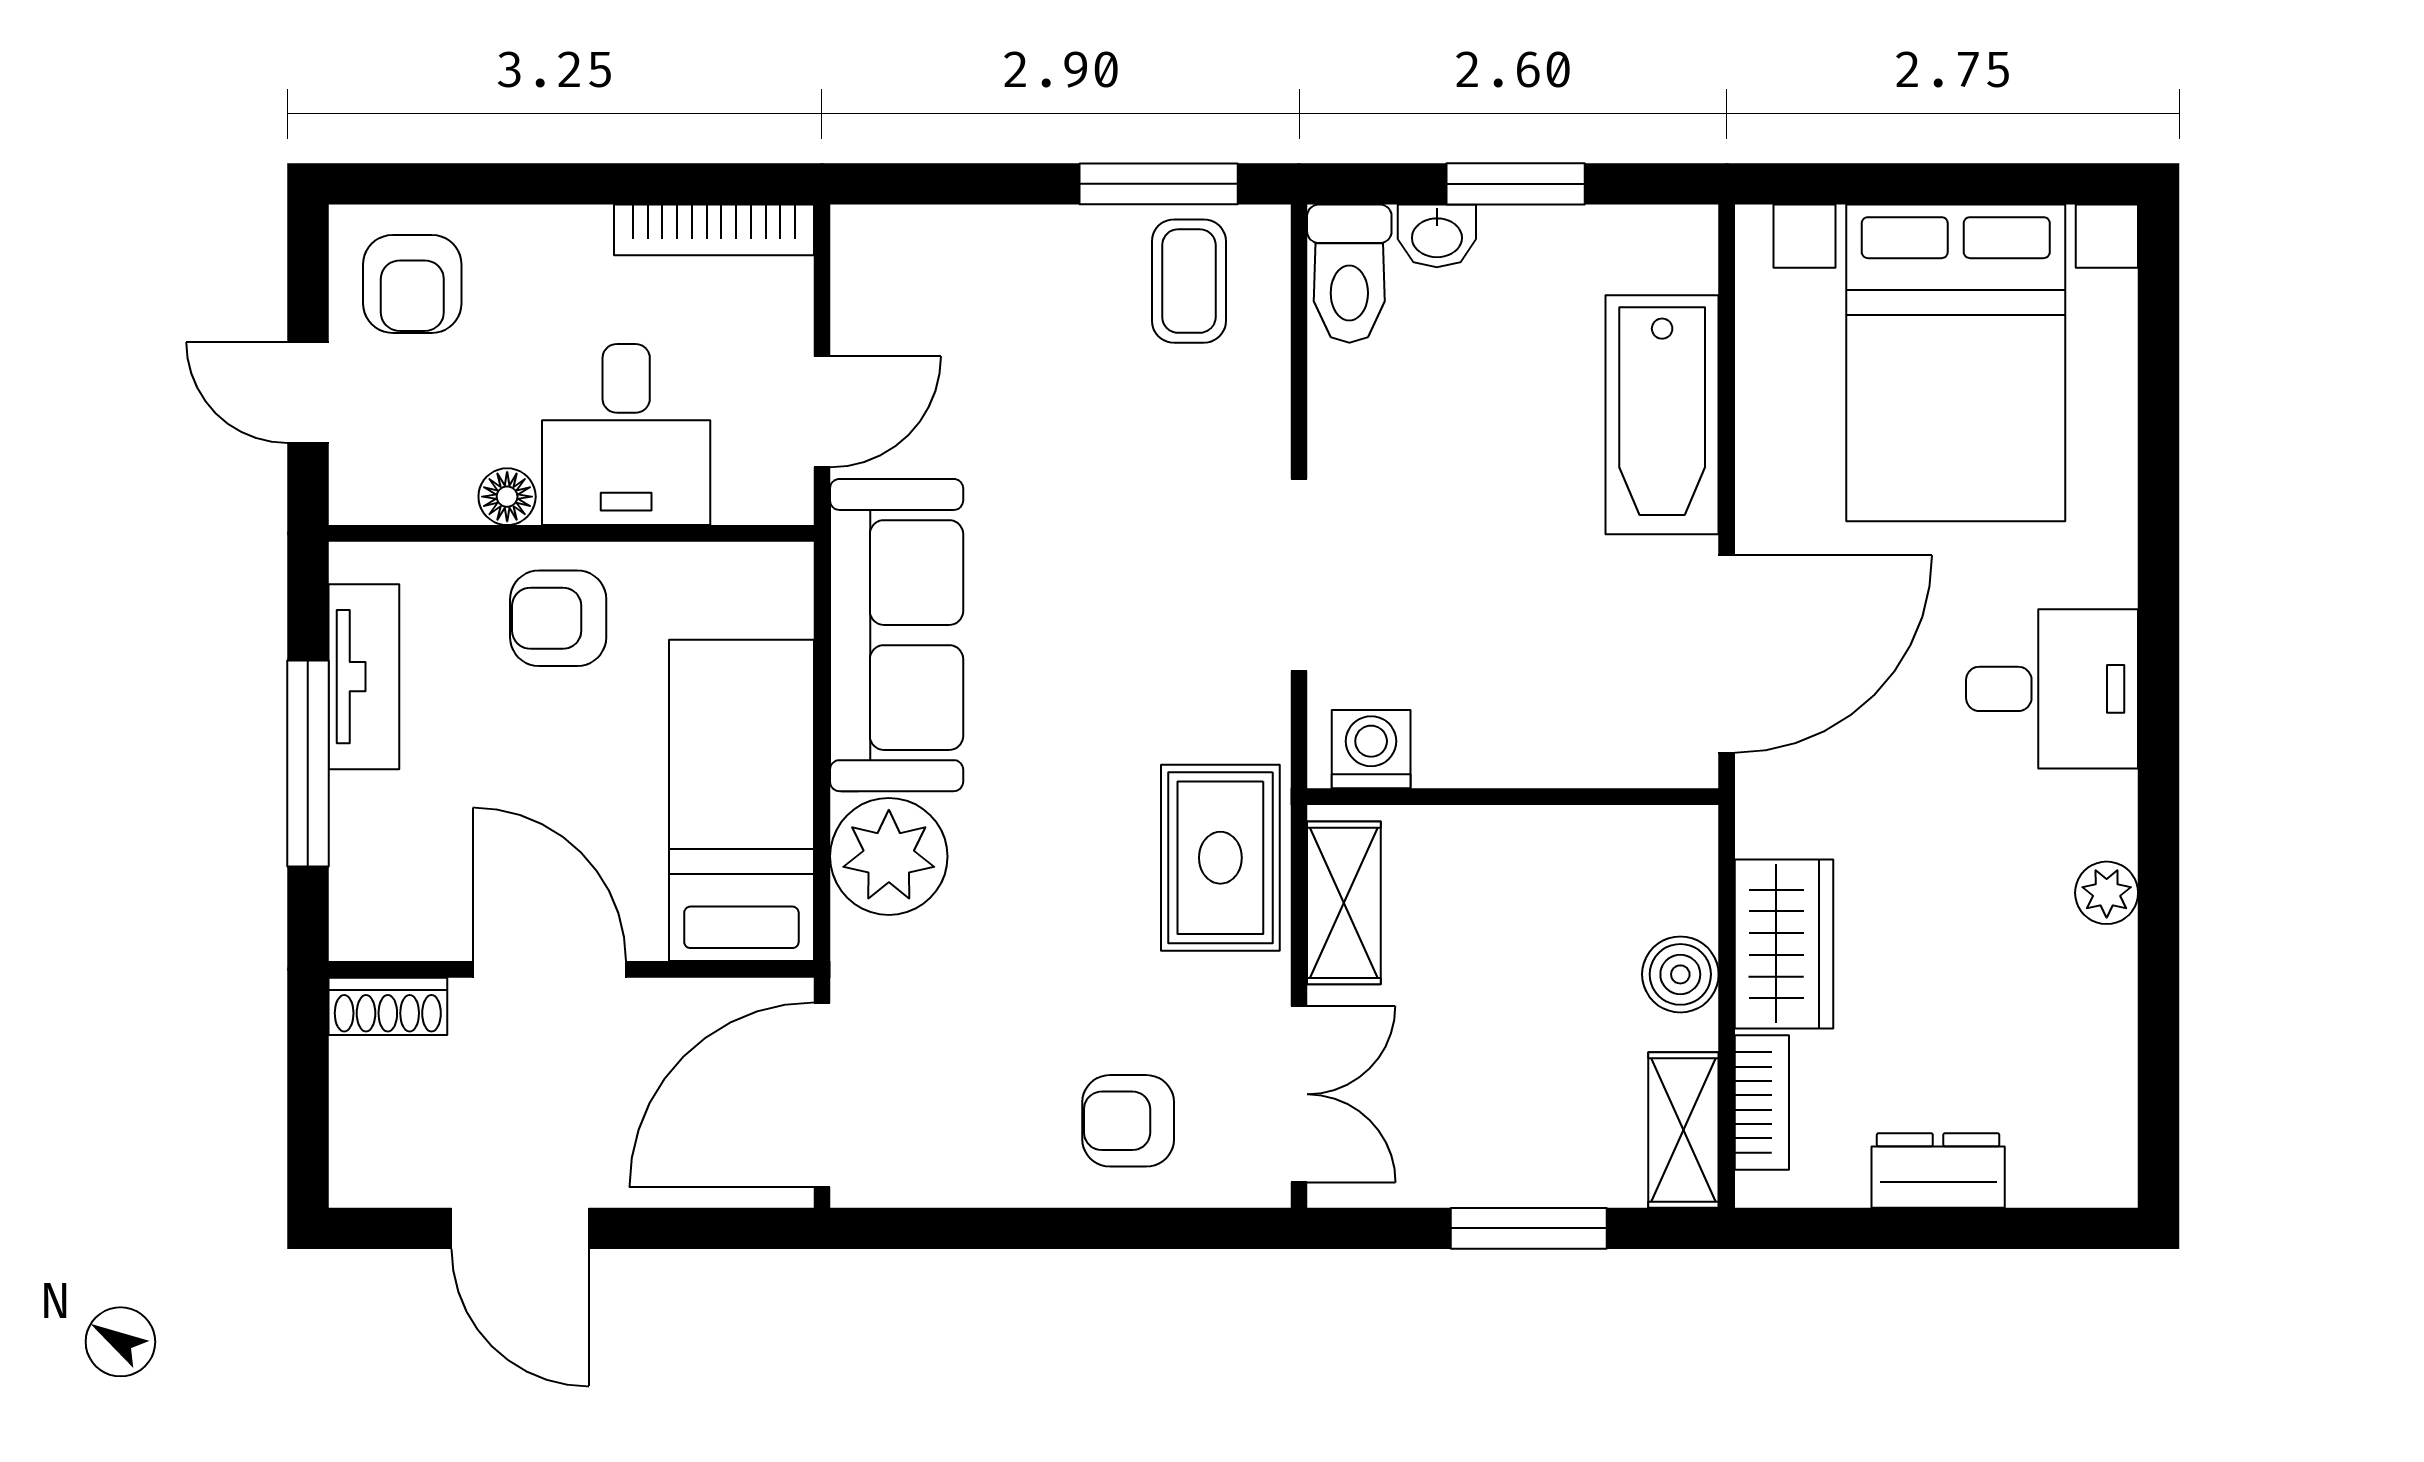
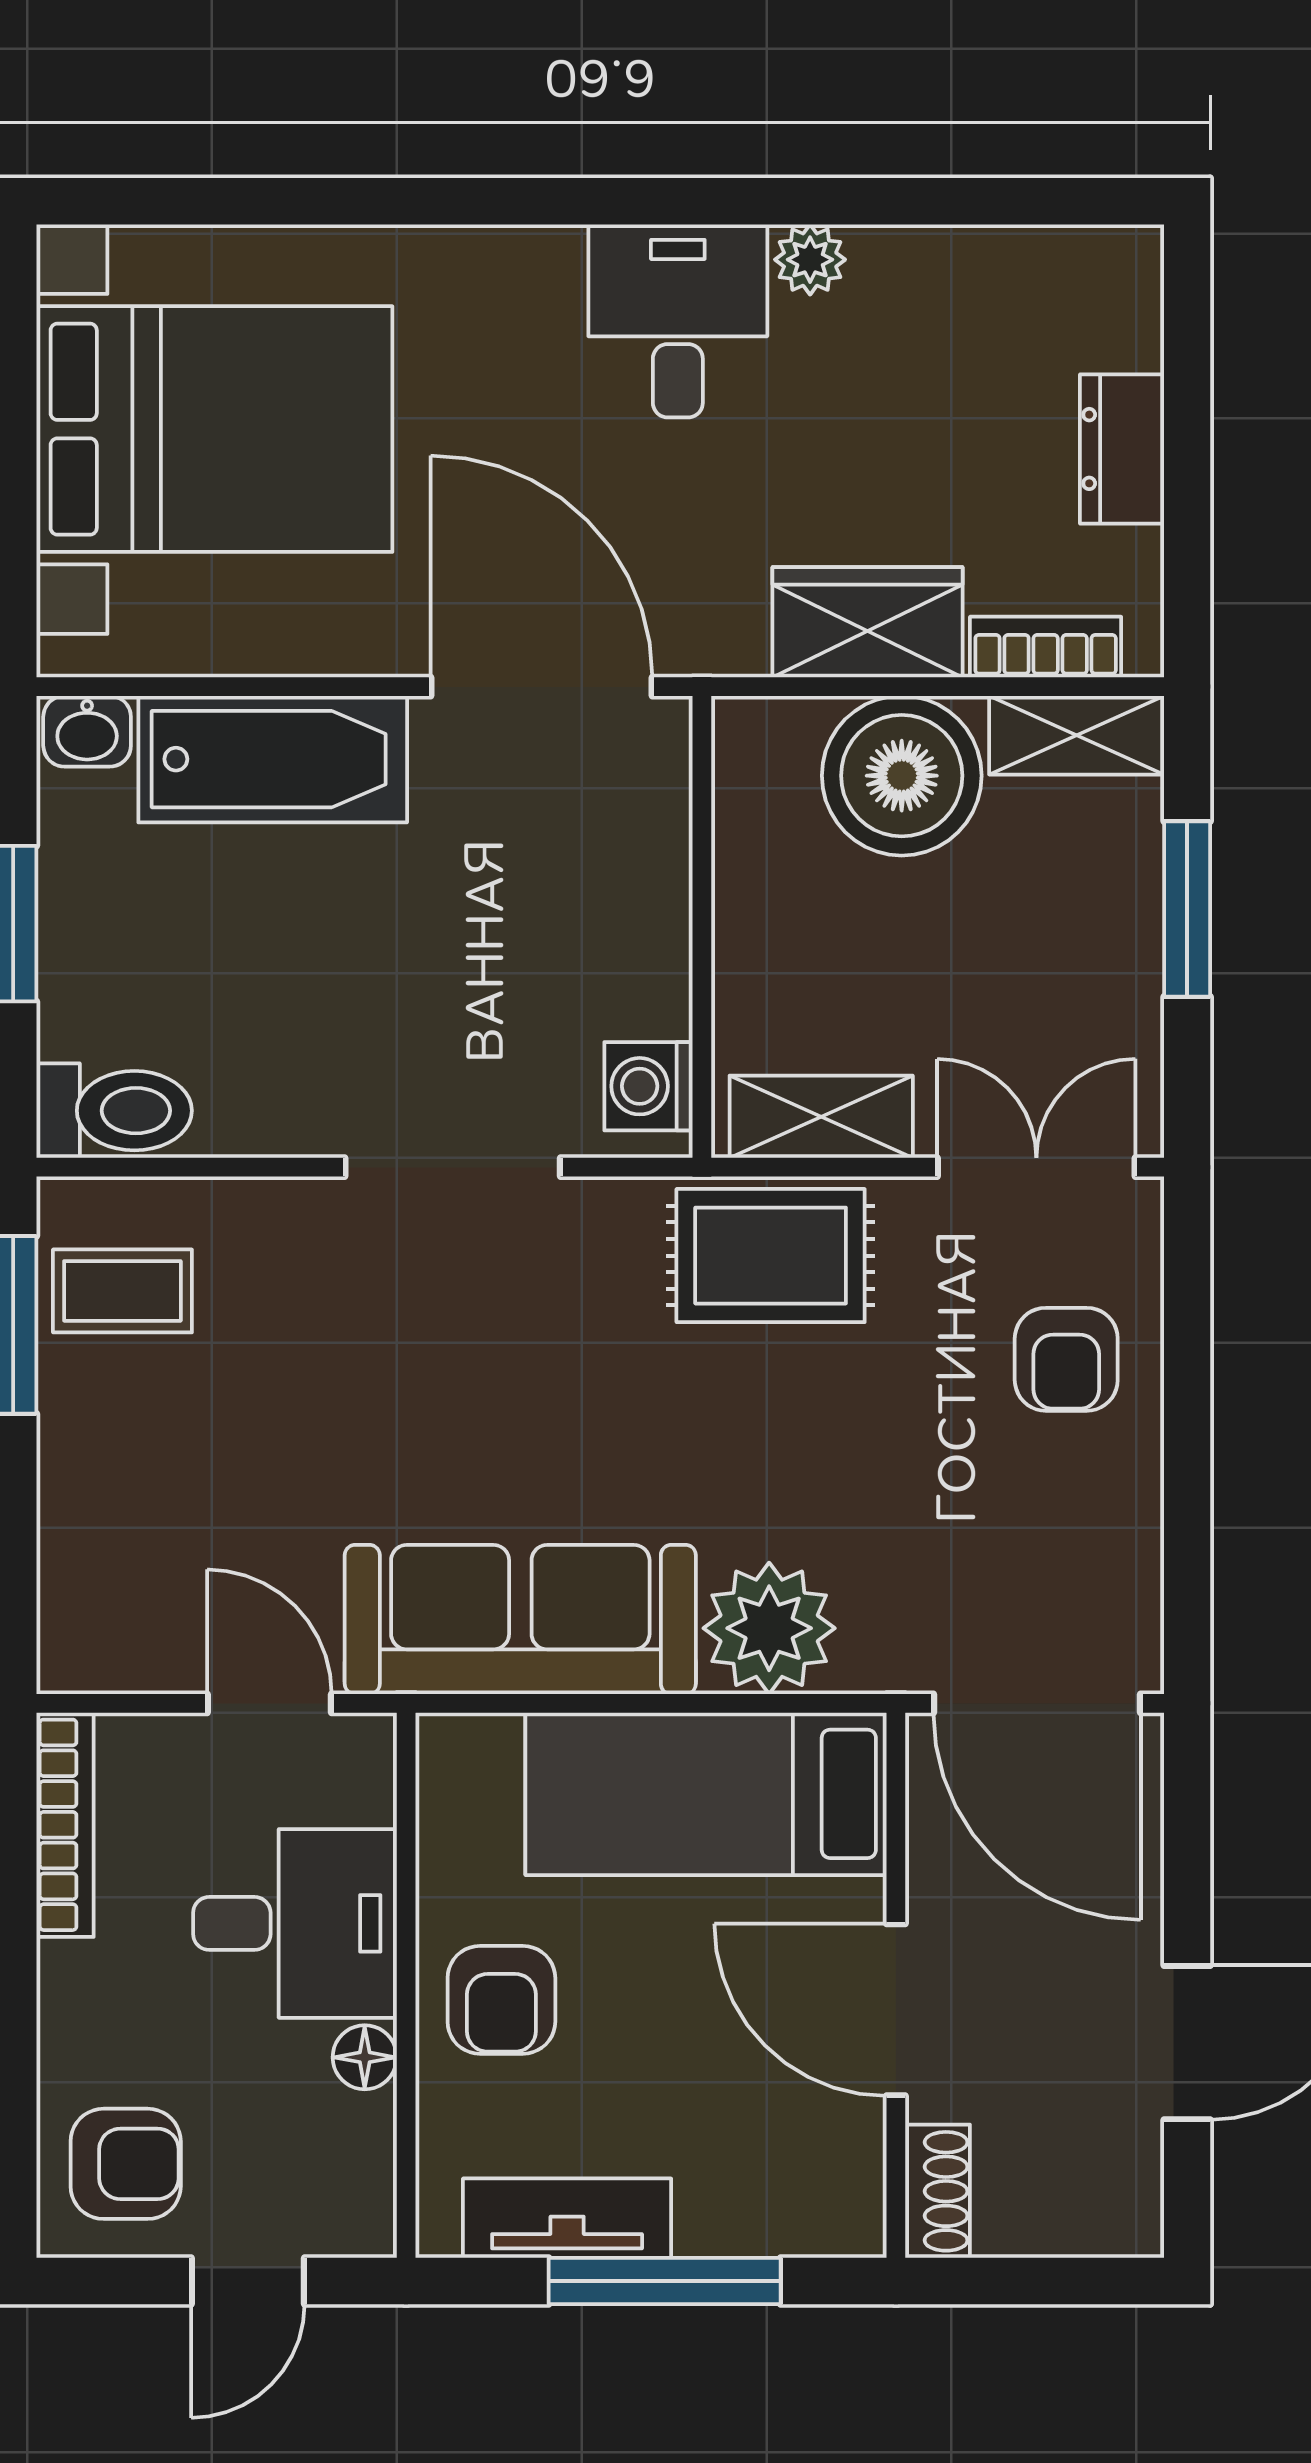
washbasin: (1437, 236) -> (87, 731), moved, turned 90
desk: (2052, 689) -> (678, 321), moved
door: (549, 969) -> (896, 2010), hinge flipped
boiler: (1680, 974) -> (902, 776), width x1.86, depth x1.86

